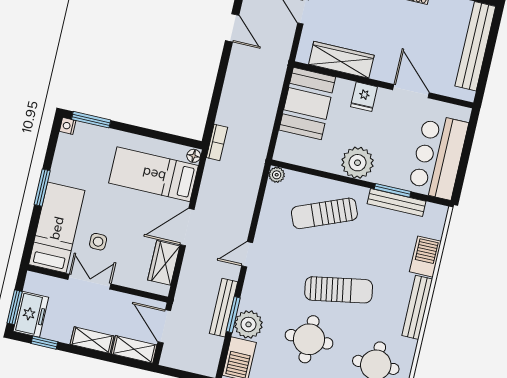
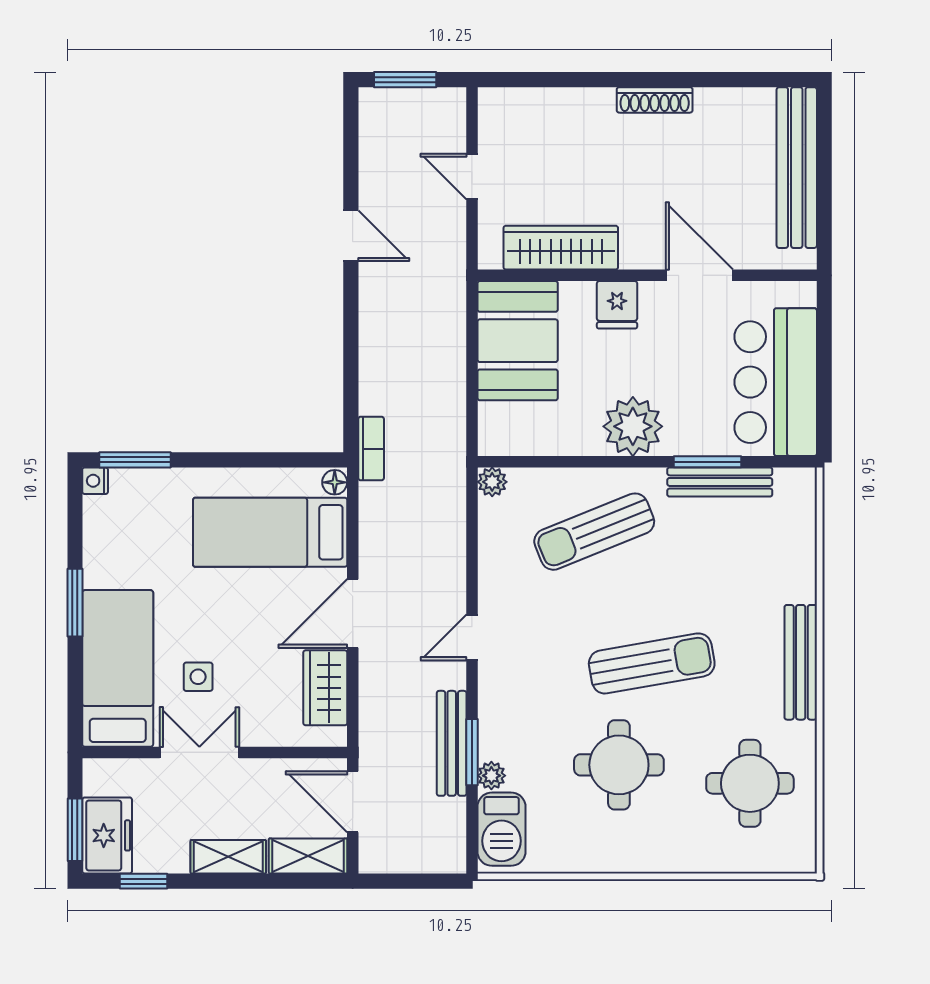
barbecue: (425, 257) -> (794, 567), removed
plant: (248, 324) -> (491, 776), width x0.53, depth x0.53

